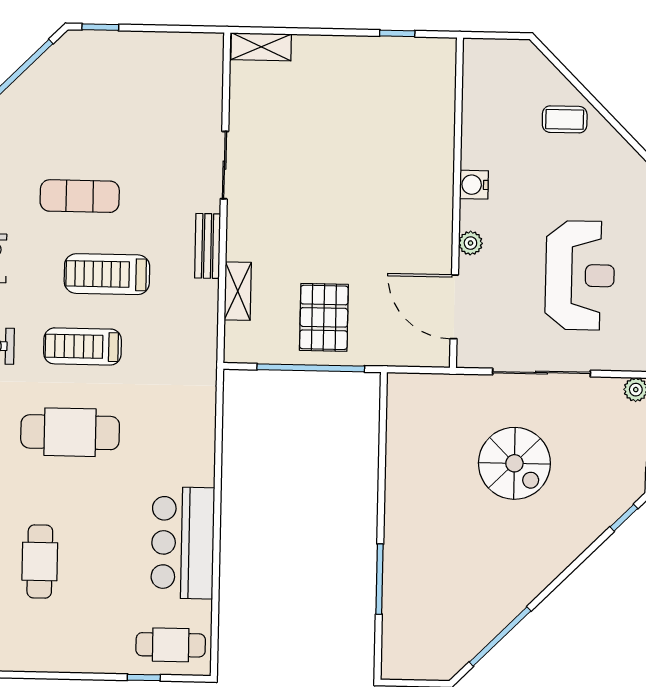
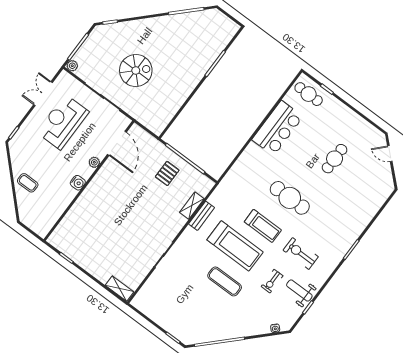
bench: (208, 246) -> (202, 216), moved
treadmill: (107, 274) -> (235, 246), width x1.37, depth x1.38
pallet: (324, 317) -> (167, 173), width x0.67, depth x0.71
spiral stairs: (514, 463) -> (136, 71), turned 90

